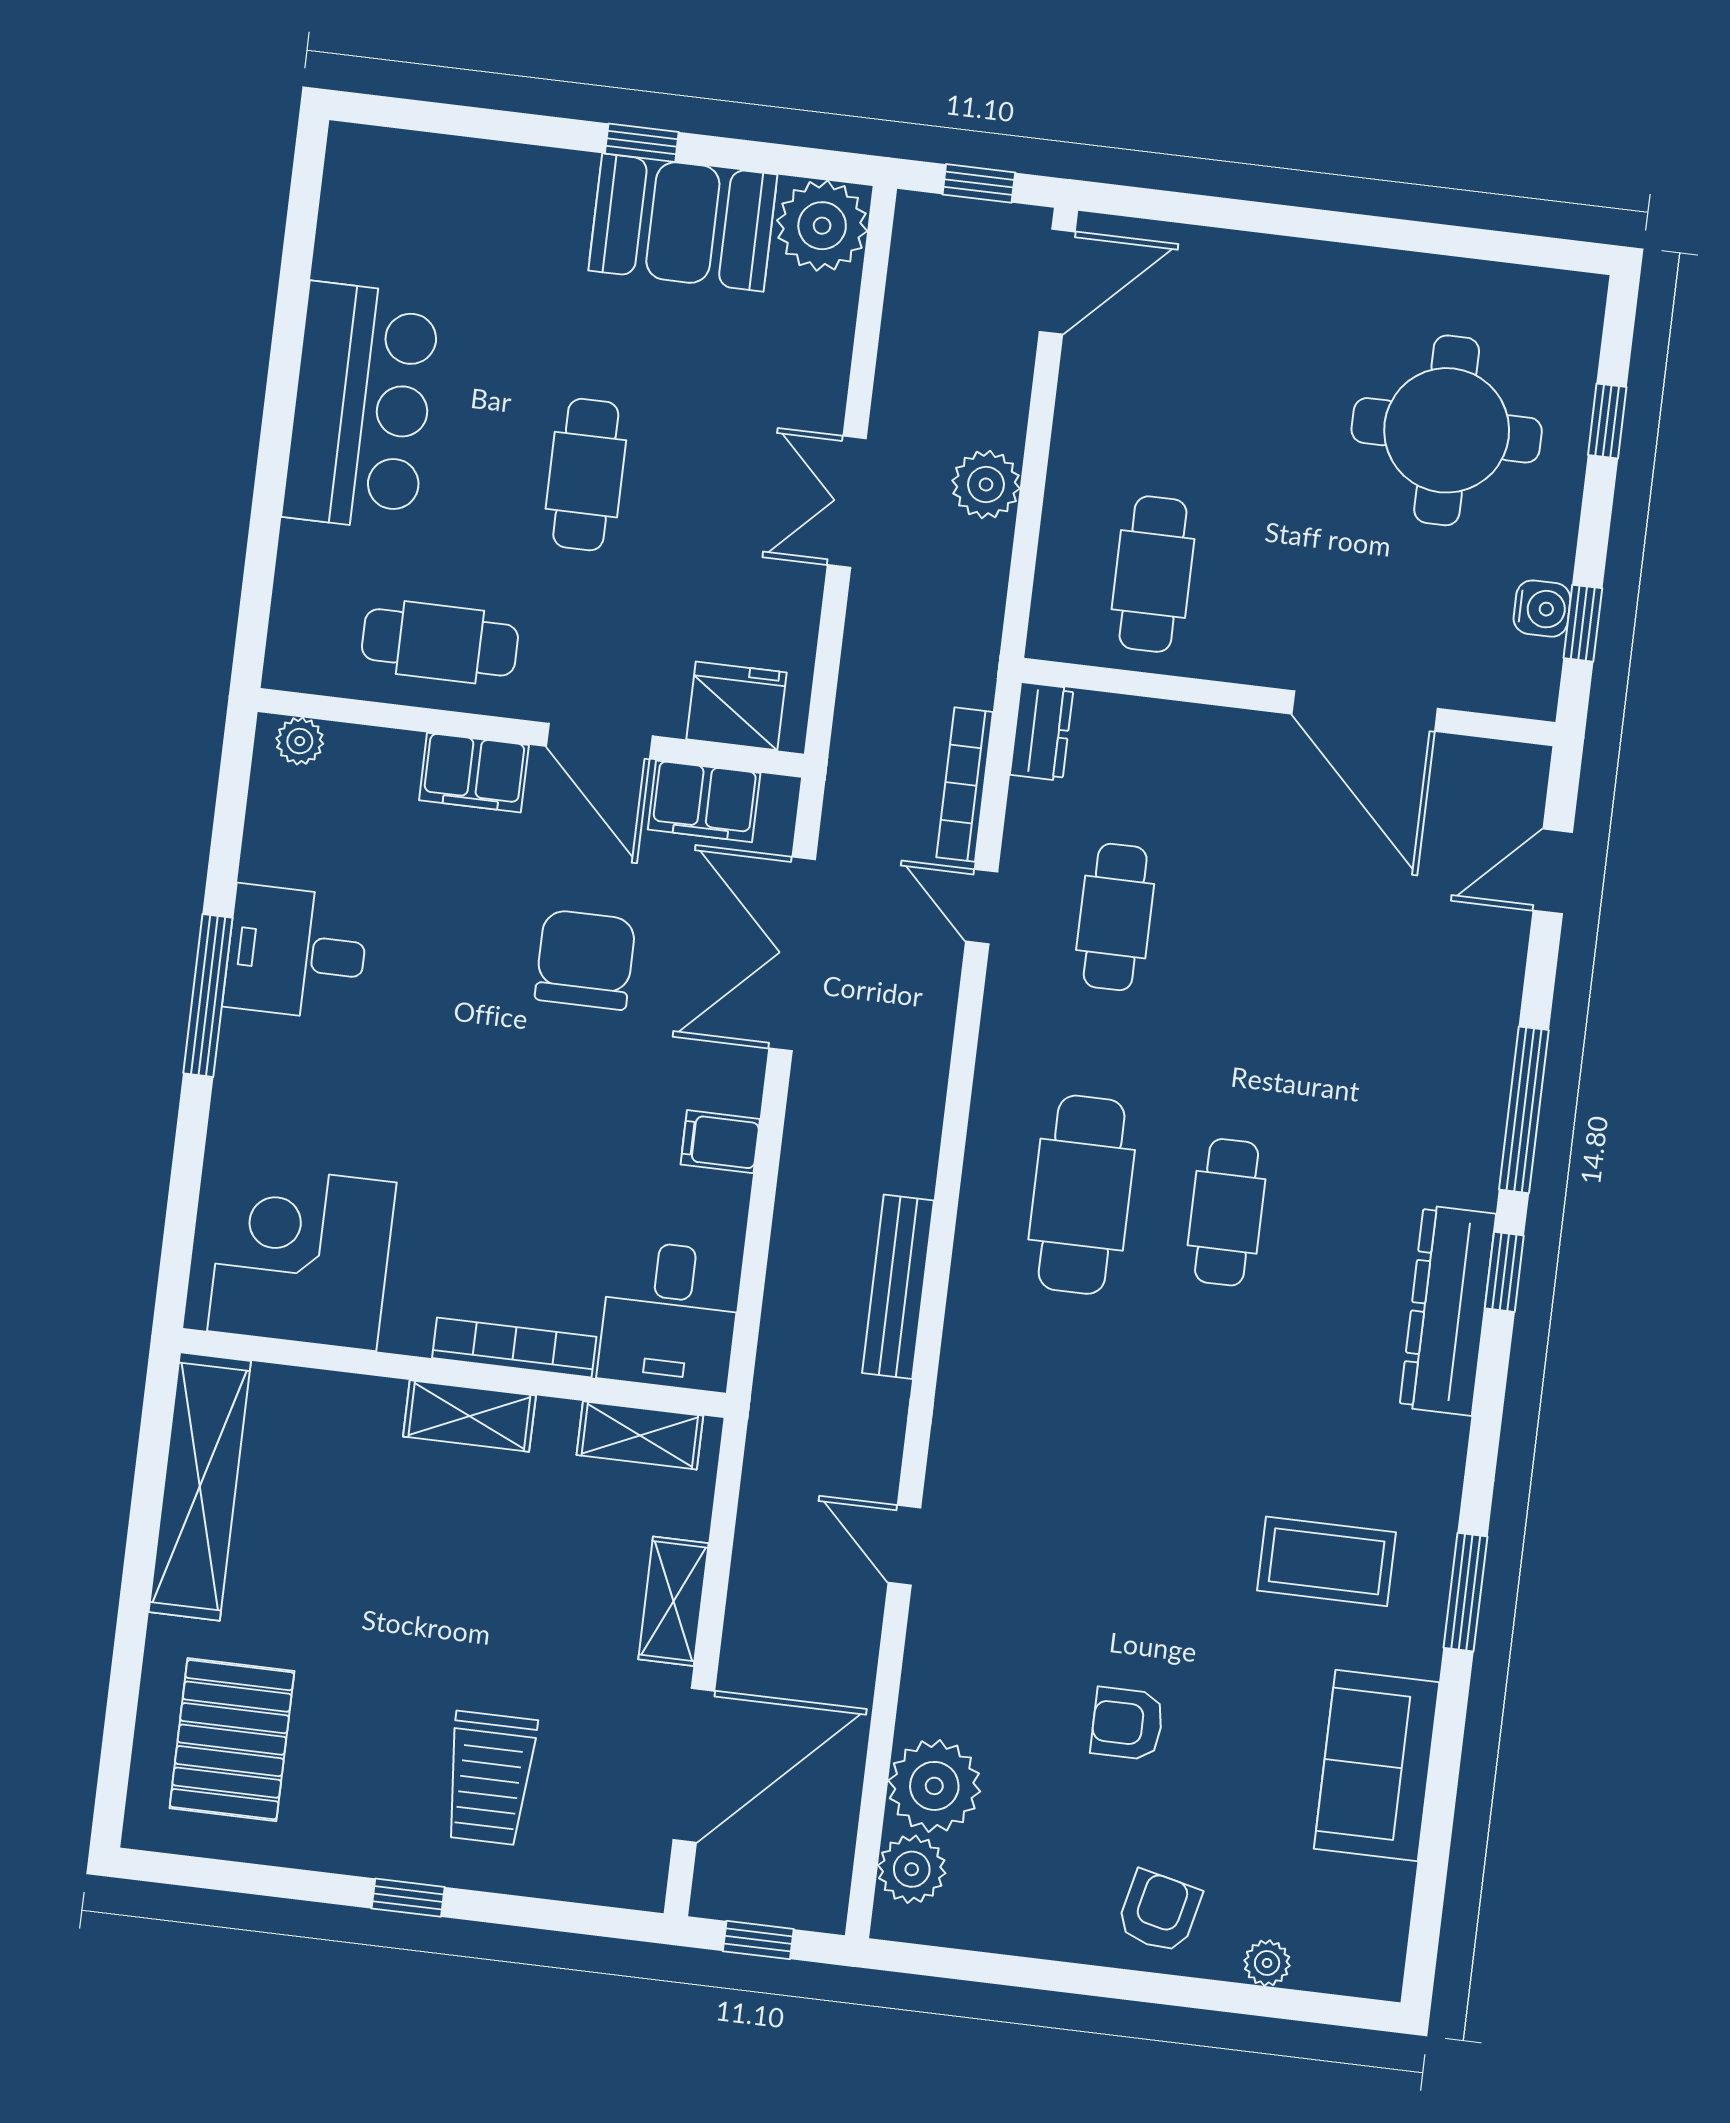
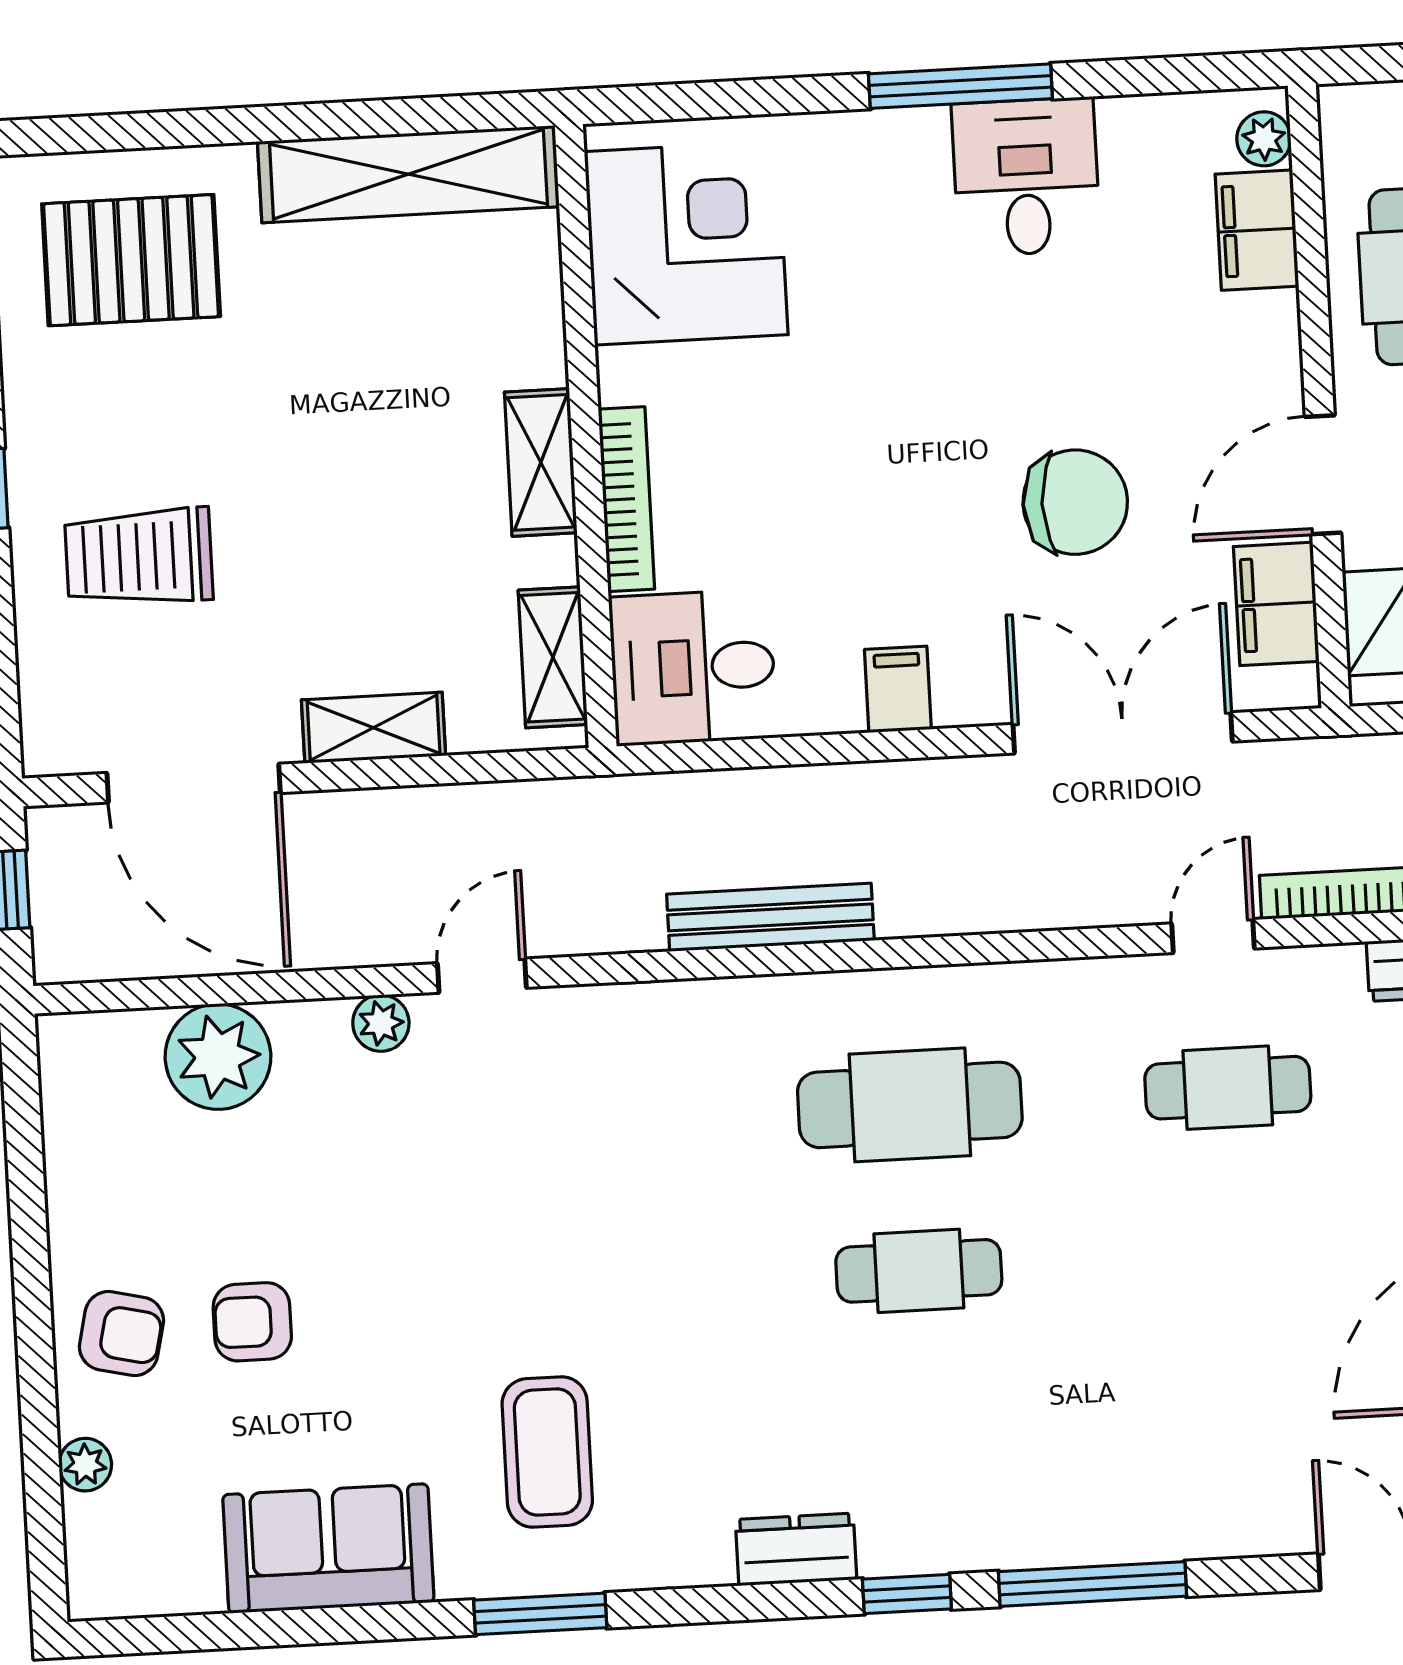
filing cabinet: (474, 773) -> (1257, 230), moved
dresser: (1448, 1311) -> (796, 1549), width x0.51, depth x0.80
armchair: (1127, 1724) -> (252, 1322), moved, turned -90
plant: (912, 1869) -> (381, 1023), moved, width x0.73, depth x0.73

